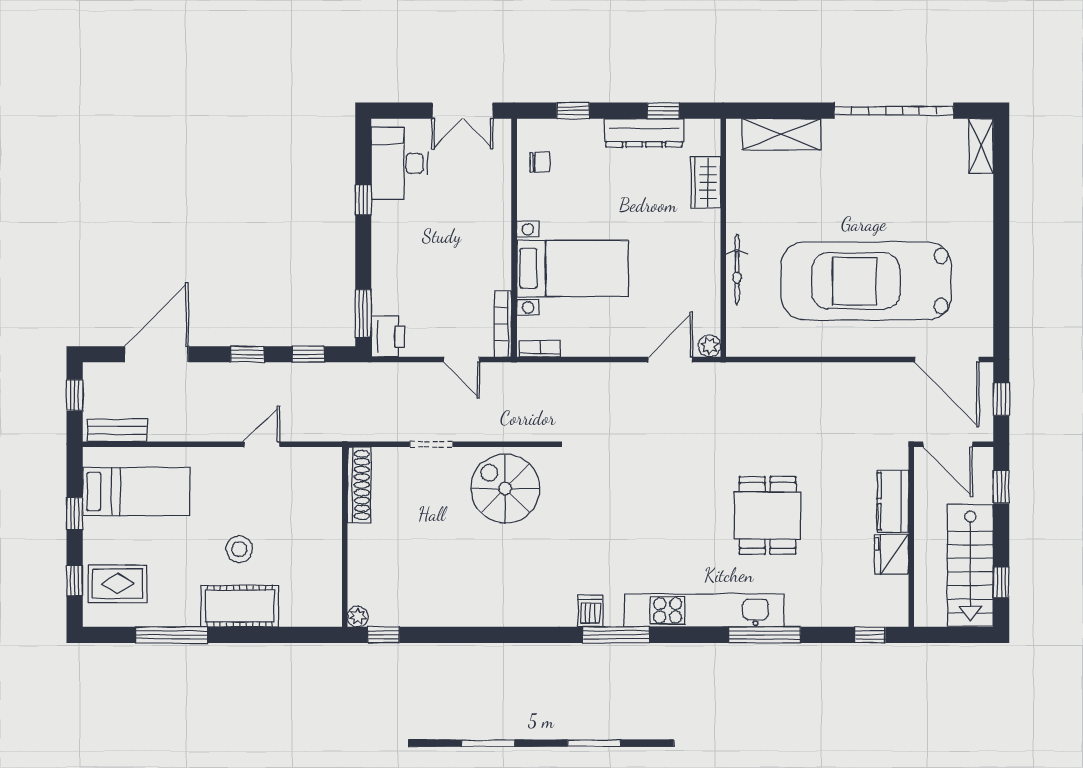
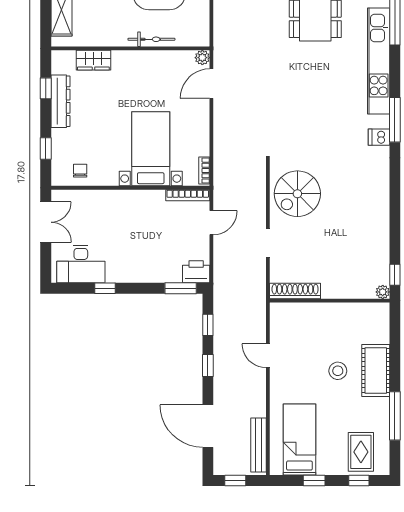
door: (670, 360) -> (211, 84), hinge flipped
bench: (117, 430) -> (259, 445), width x1.36

